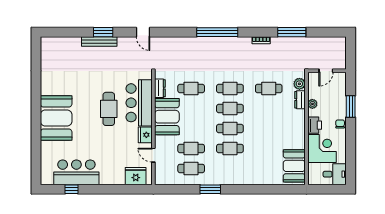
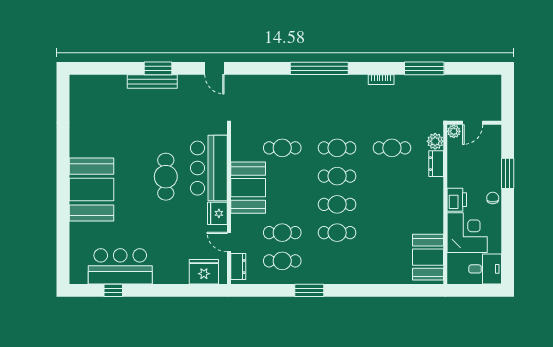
dresser: (160, 88) -> (238, 267), moved
plant: (312, 104) -> (454, 131), moved

